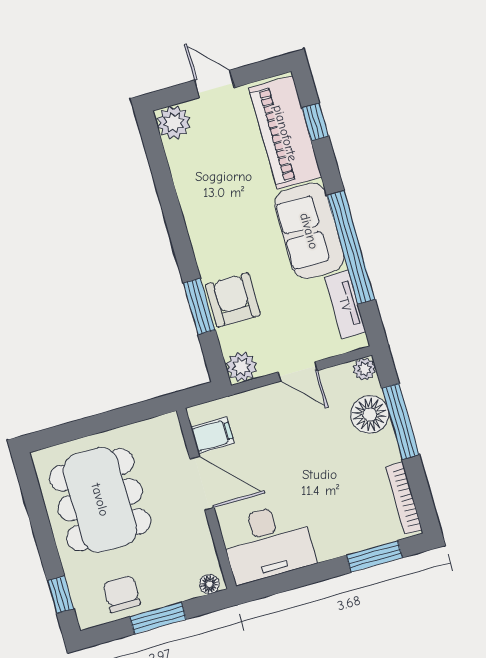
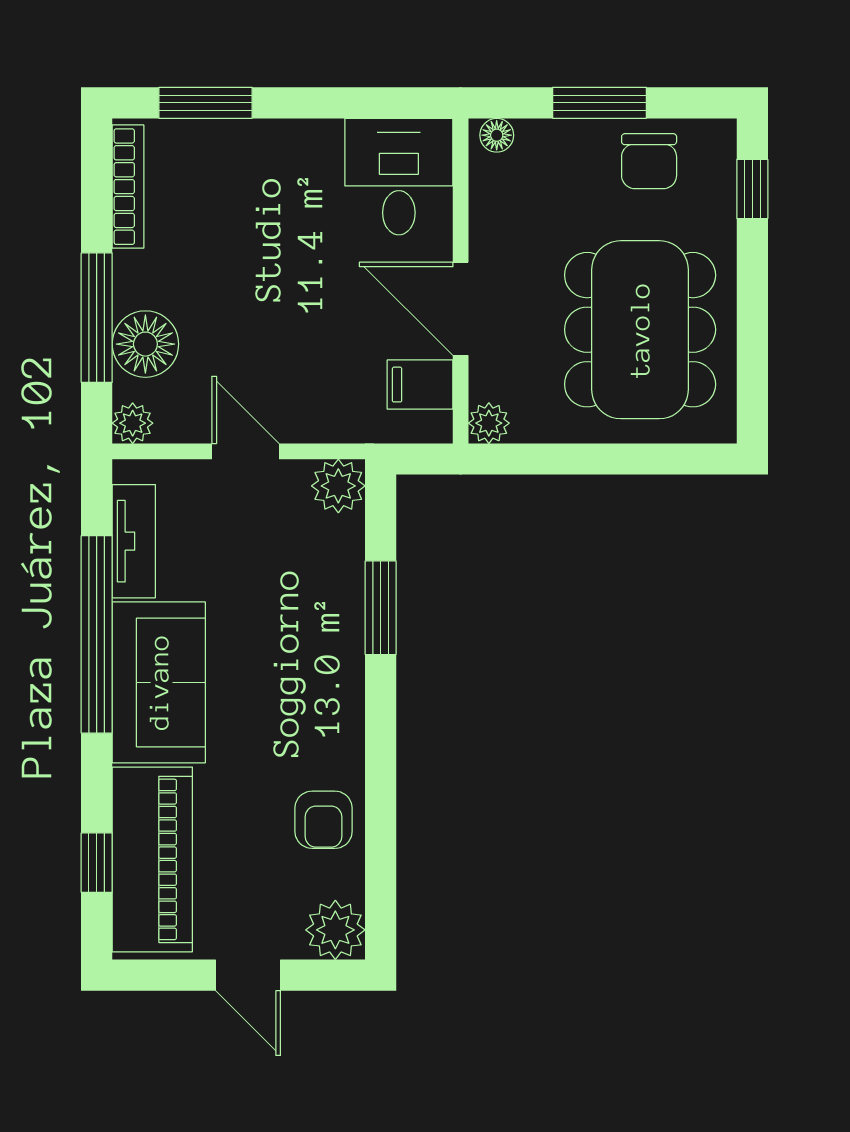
armchair: (233, 300) -> (324, 820), moved, width x0.72, depth x0.72
plant: (169, 425) -> (489, 423), added
desk: (268, 543) -> (399, 177), width x0.73

